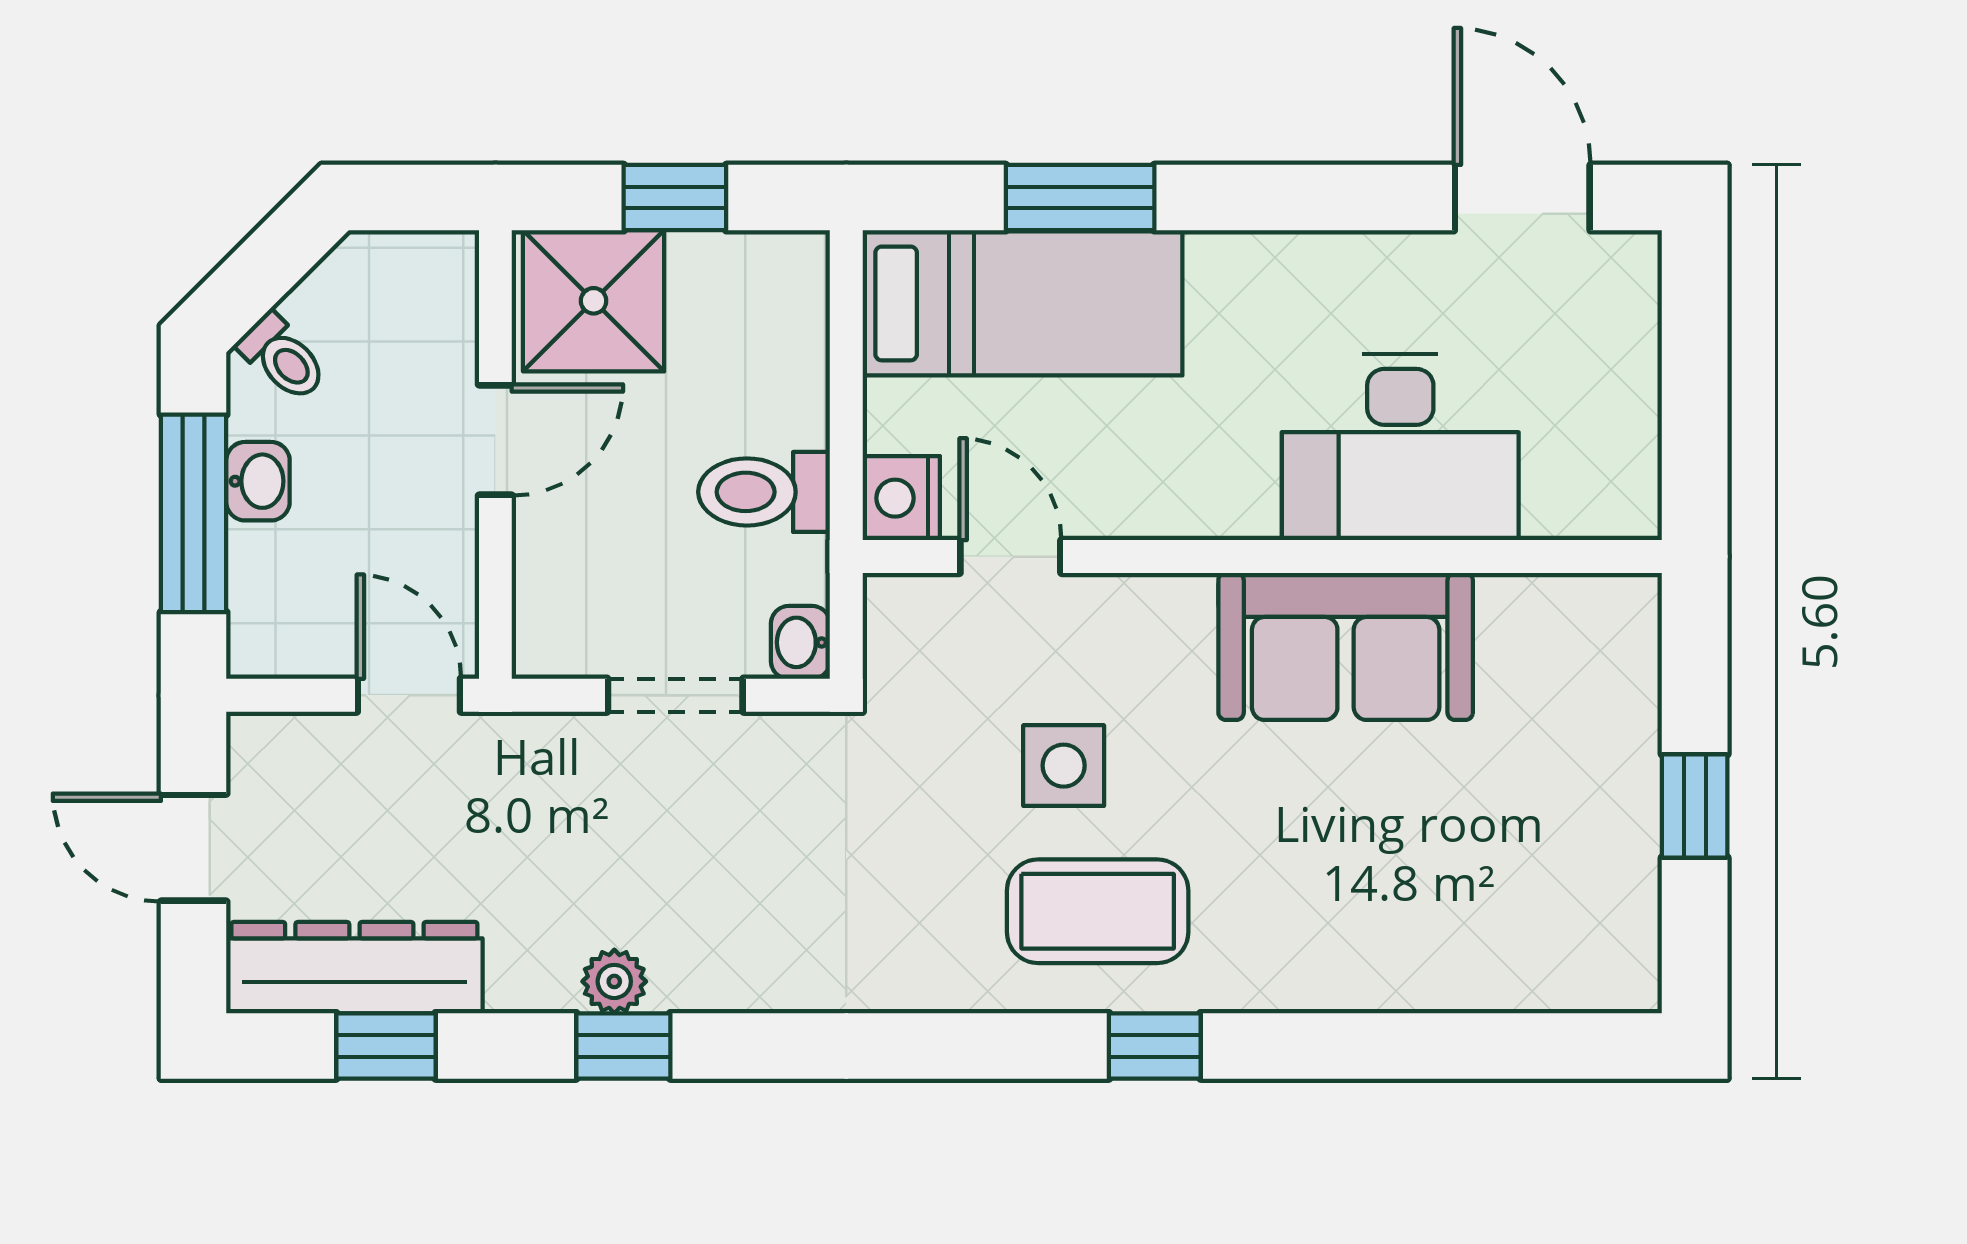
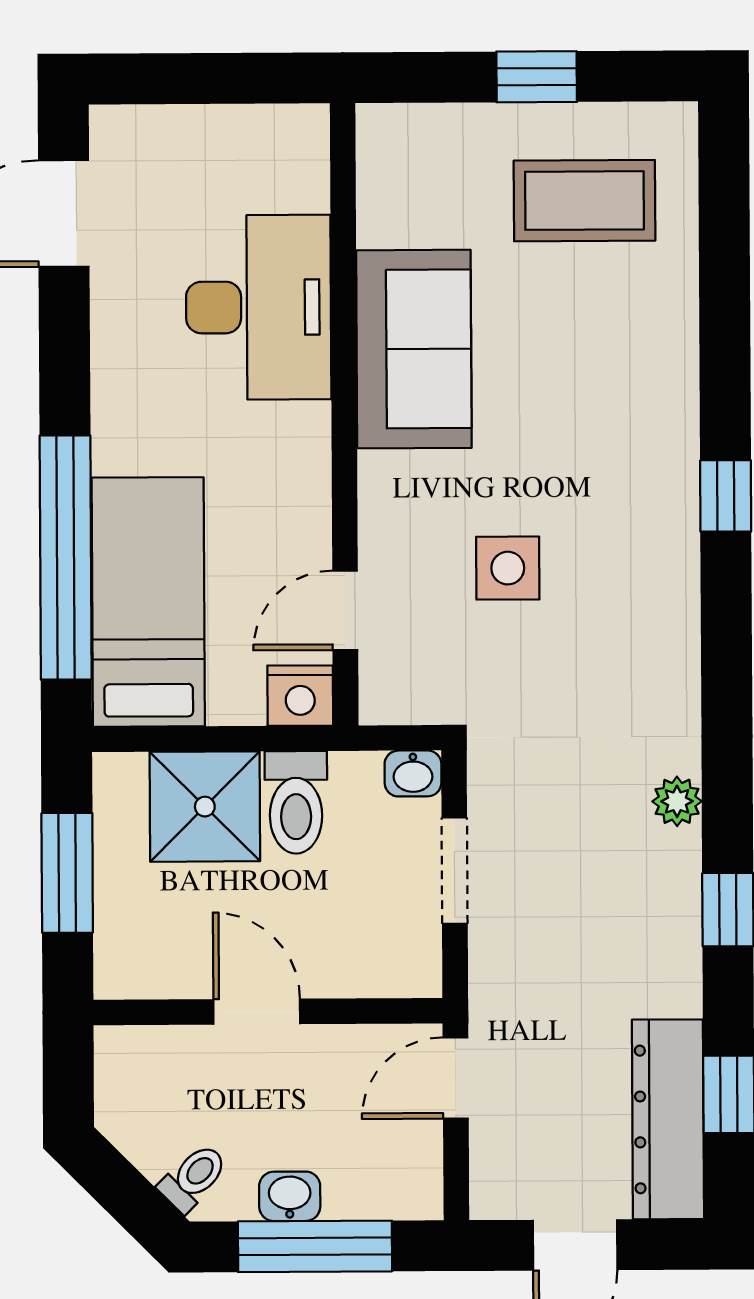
window: (675, 198) -> (67, 873), width x1.50
window: (1080, 198) -> (66, 558), width x2.11
shower: (594, 301) -> (205, 807), moved
coffee table: (1098, 911) -> (584, 201), moved, turned 90
plant: (614, 981) -> (677, 801), moved

